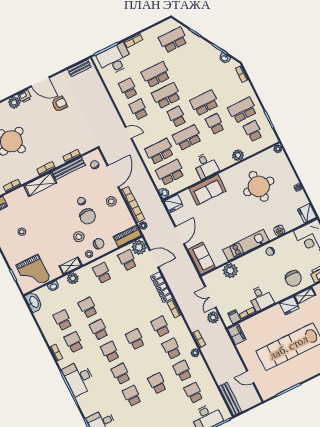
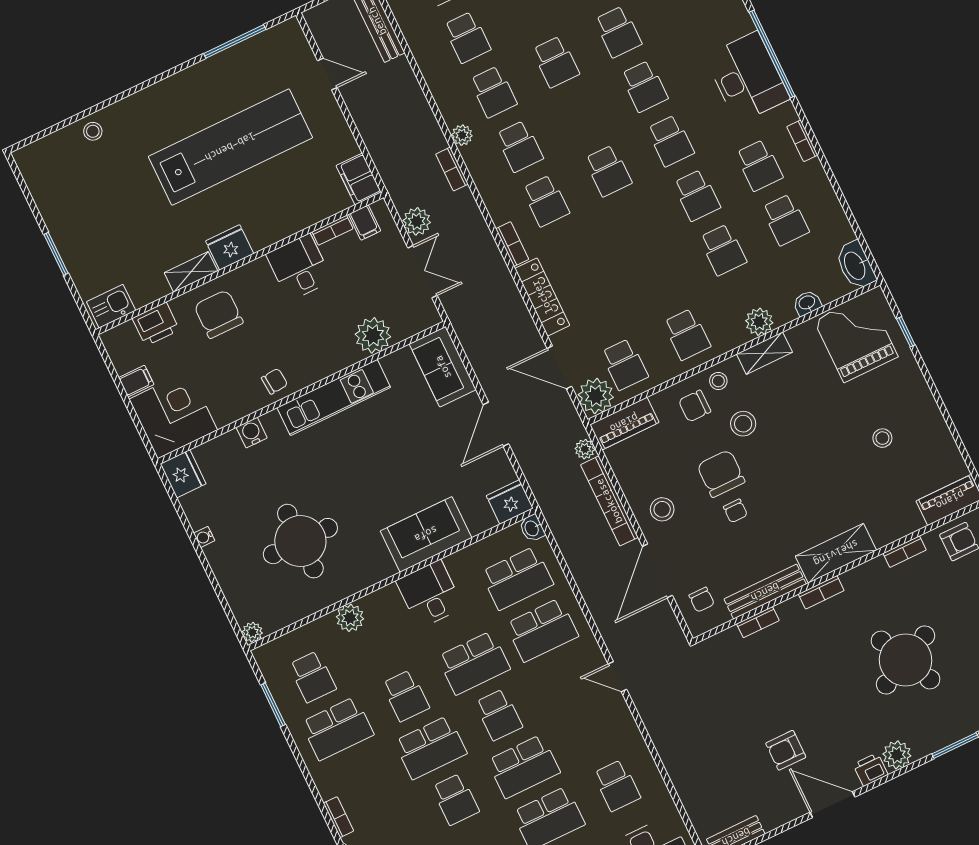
school desk: (139, 109) -> (455, 799), moved

